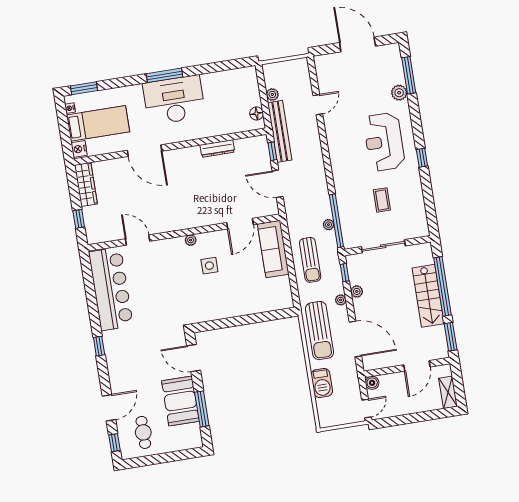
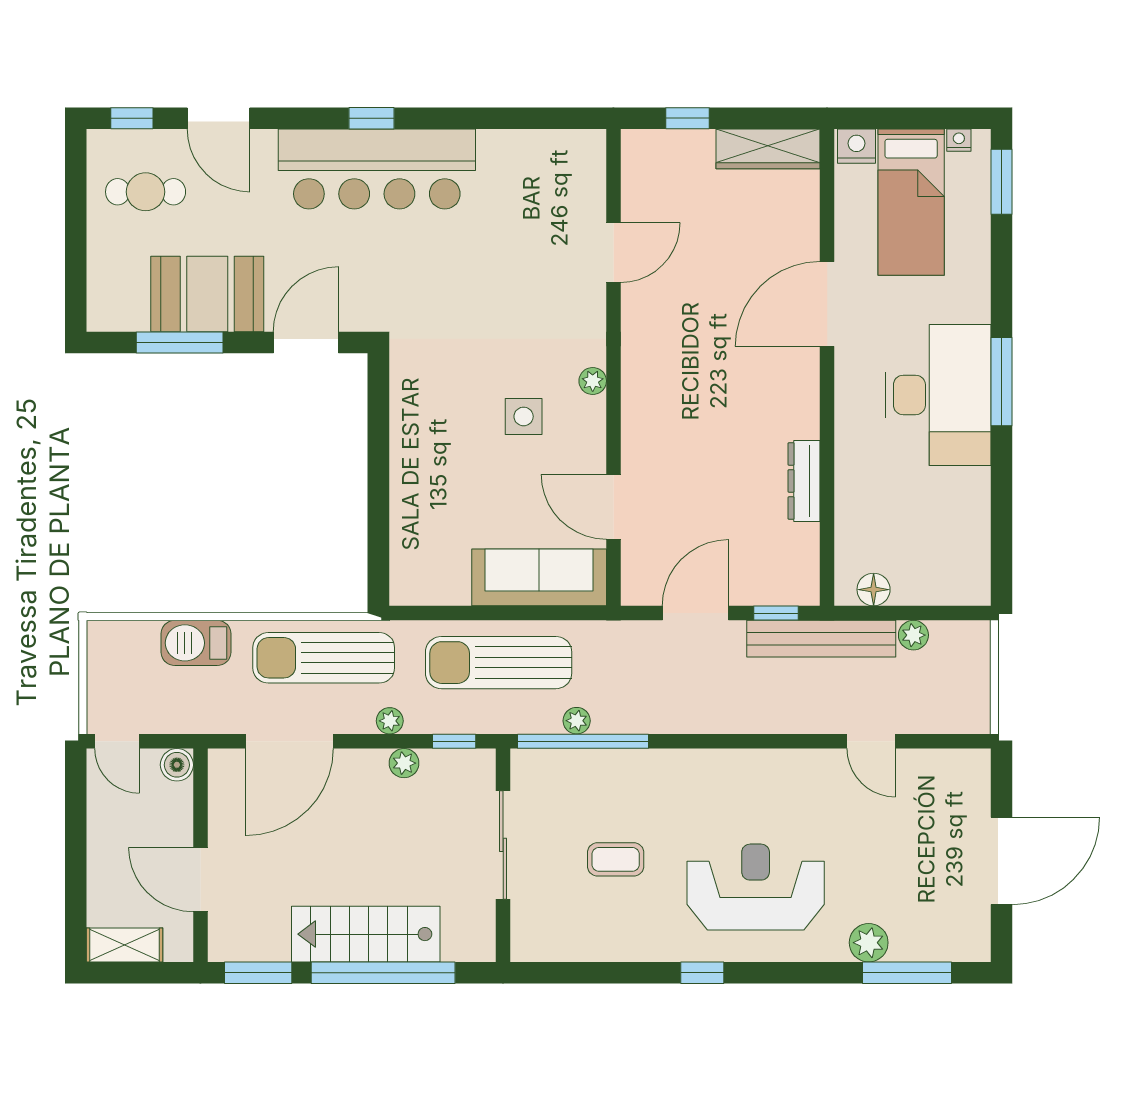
sun lounger: (310, 260) -> (499, 663), width x1.36, depth x1.34
bar counter: (111, 289) -> (377, 169), moved

